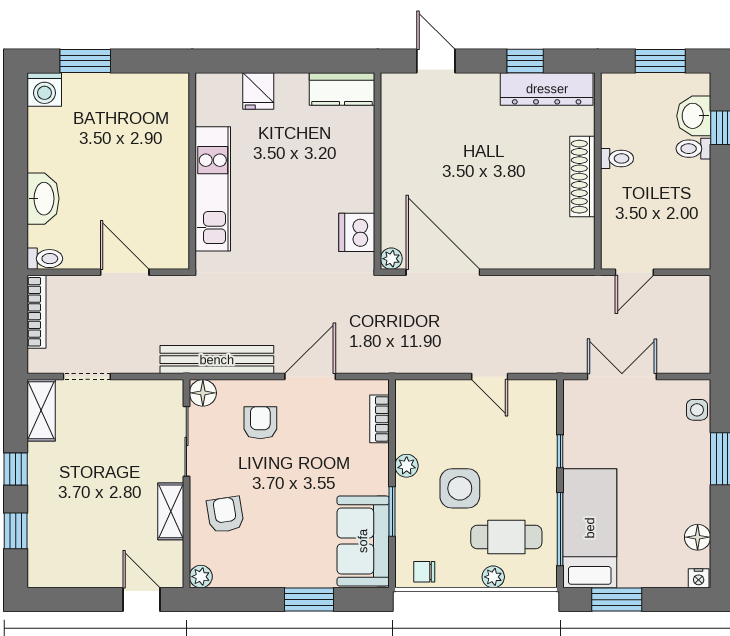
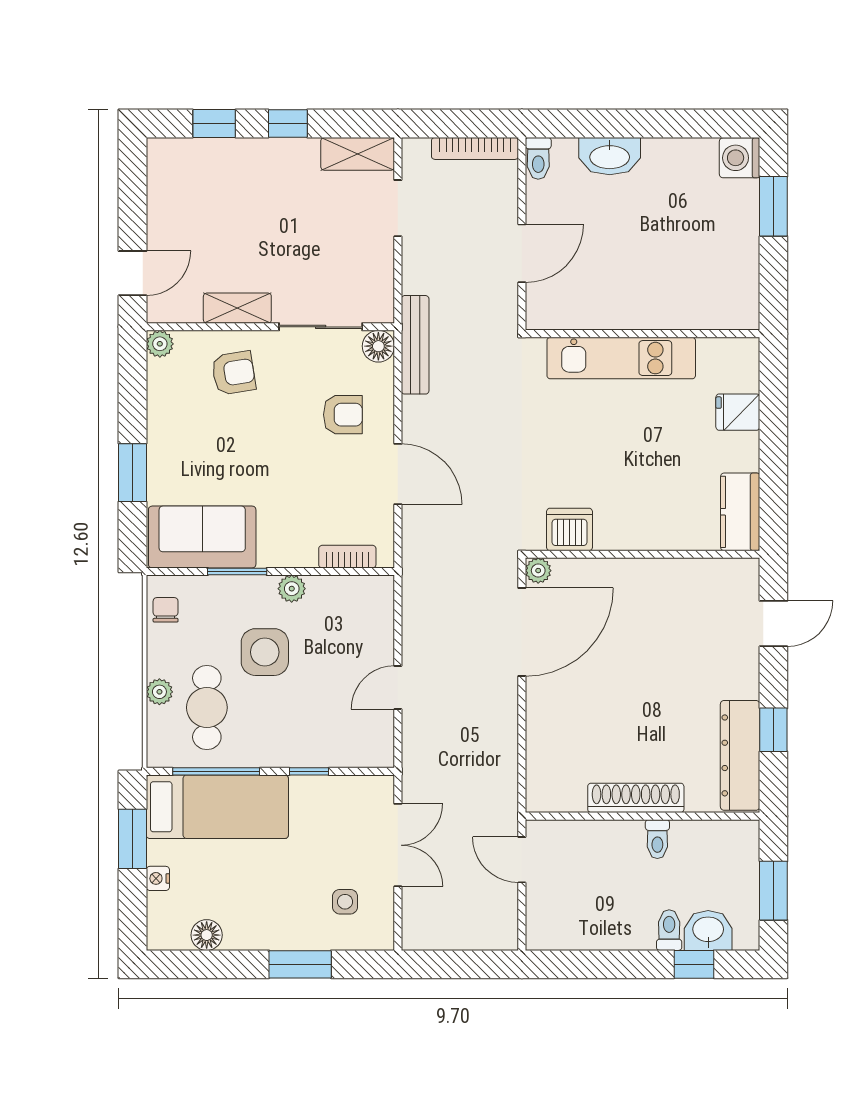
bench: (217, 360) -> (415, 345), width x0.73, depth x0.82
side table: (697, 410) -> (345, 902), moved
nightstand: (699, 578) -> (158, 878), moved

